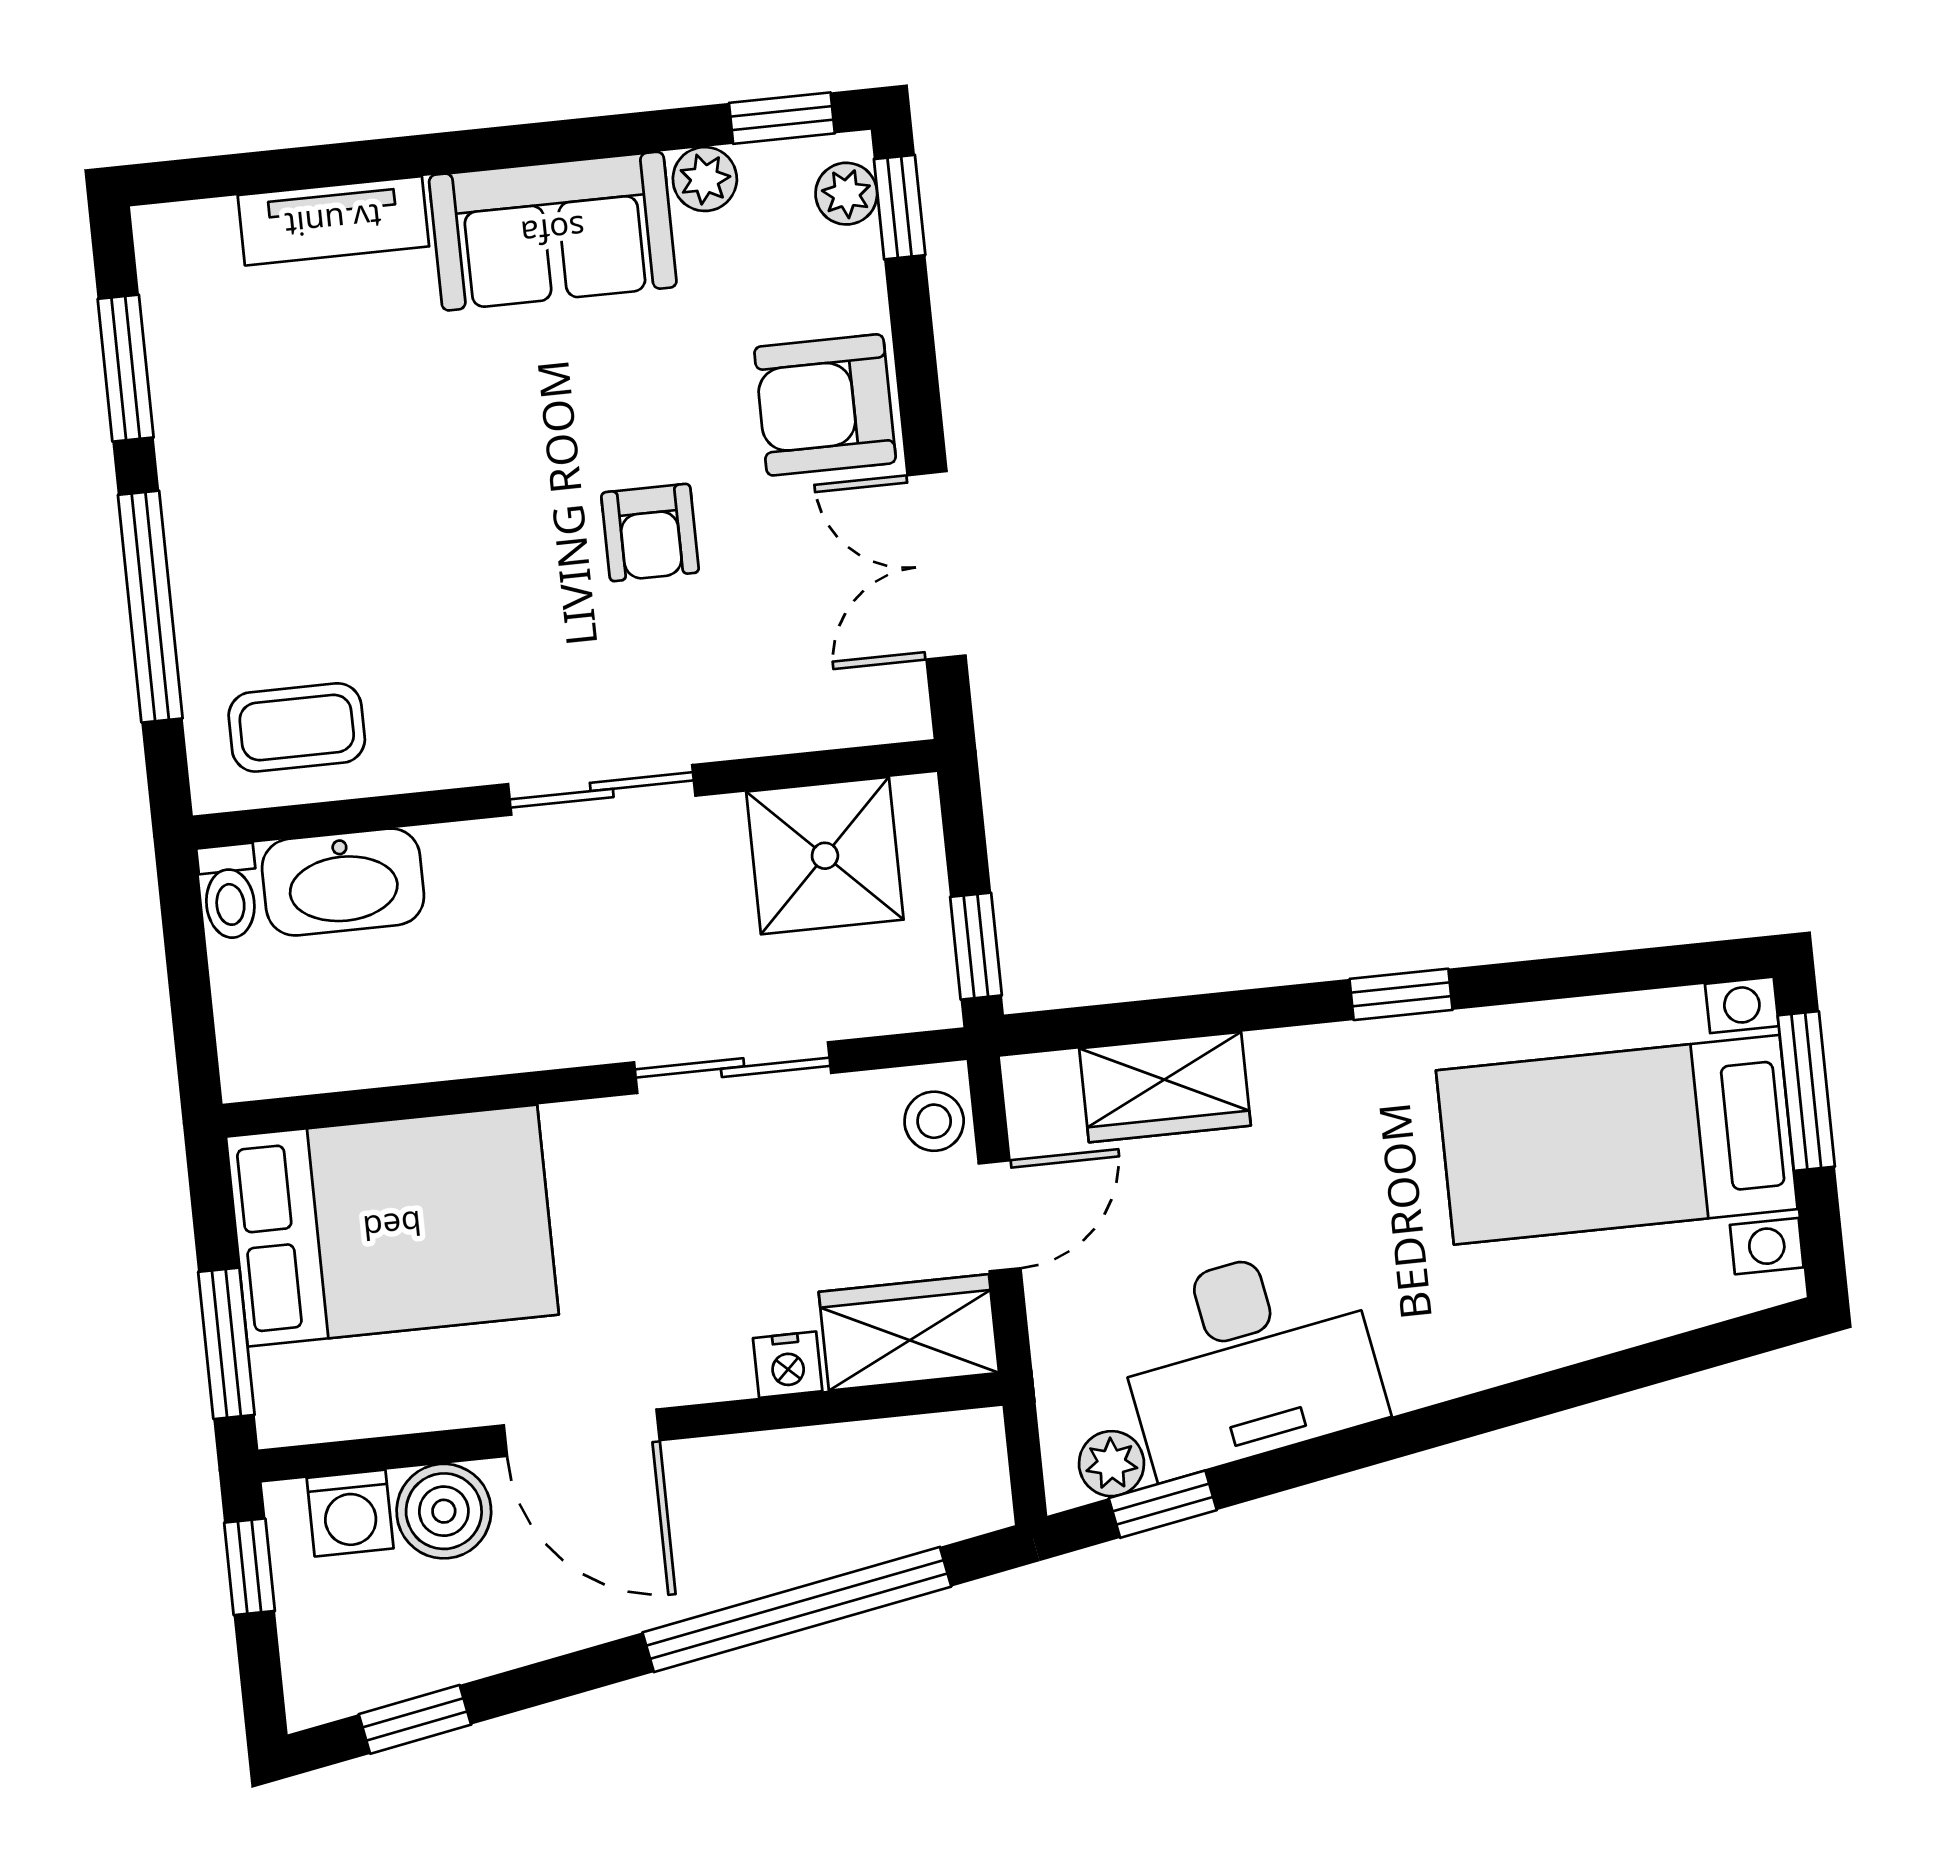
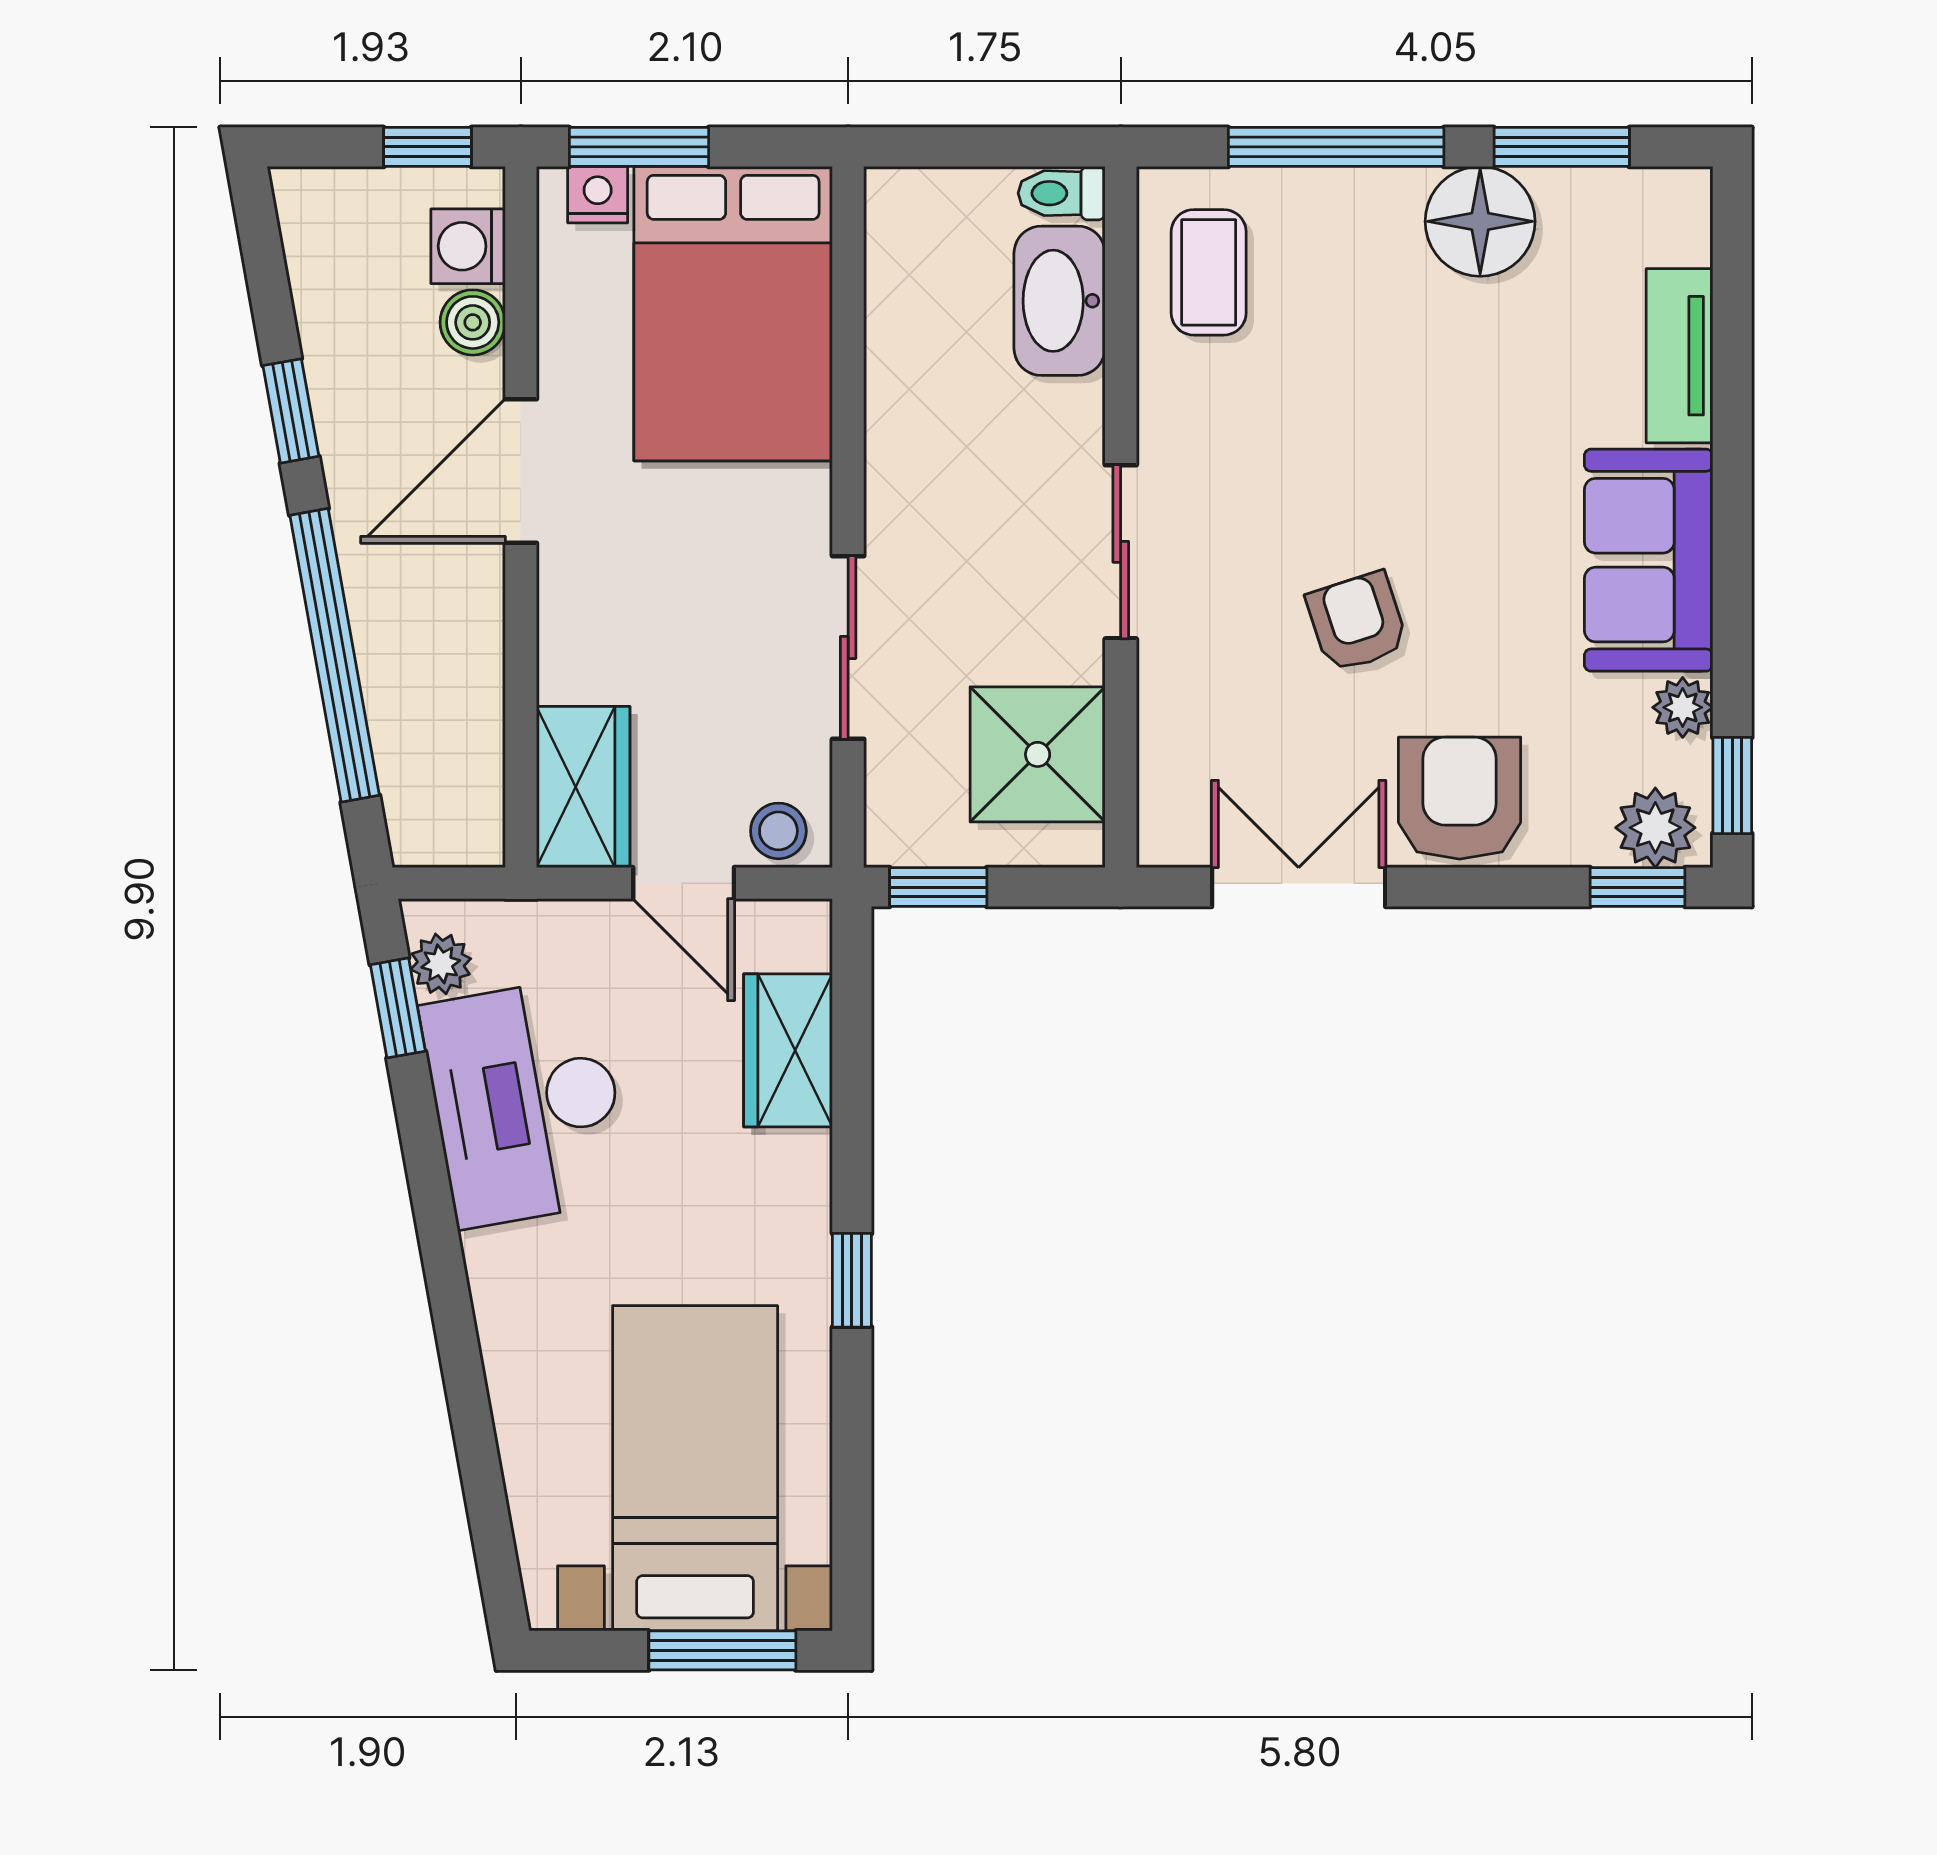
plant: (846, 194) -> (1655, 828), width x1.38, depth x1.38
floor lamp: (213, 446) -> (1480, 221), added
armchair: (650, 533) -> (1357, 622), turned 72
nightstand: (788, 1365) -> (598, 195), moved, turned 90
boiler: (444, 1511) -> (473, 322), width x0.73, depth x0.73
window: (415, 1719) -> (291, 411), moved

